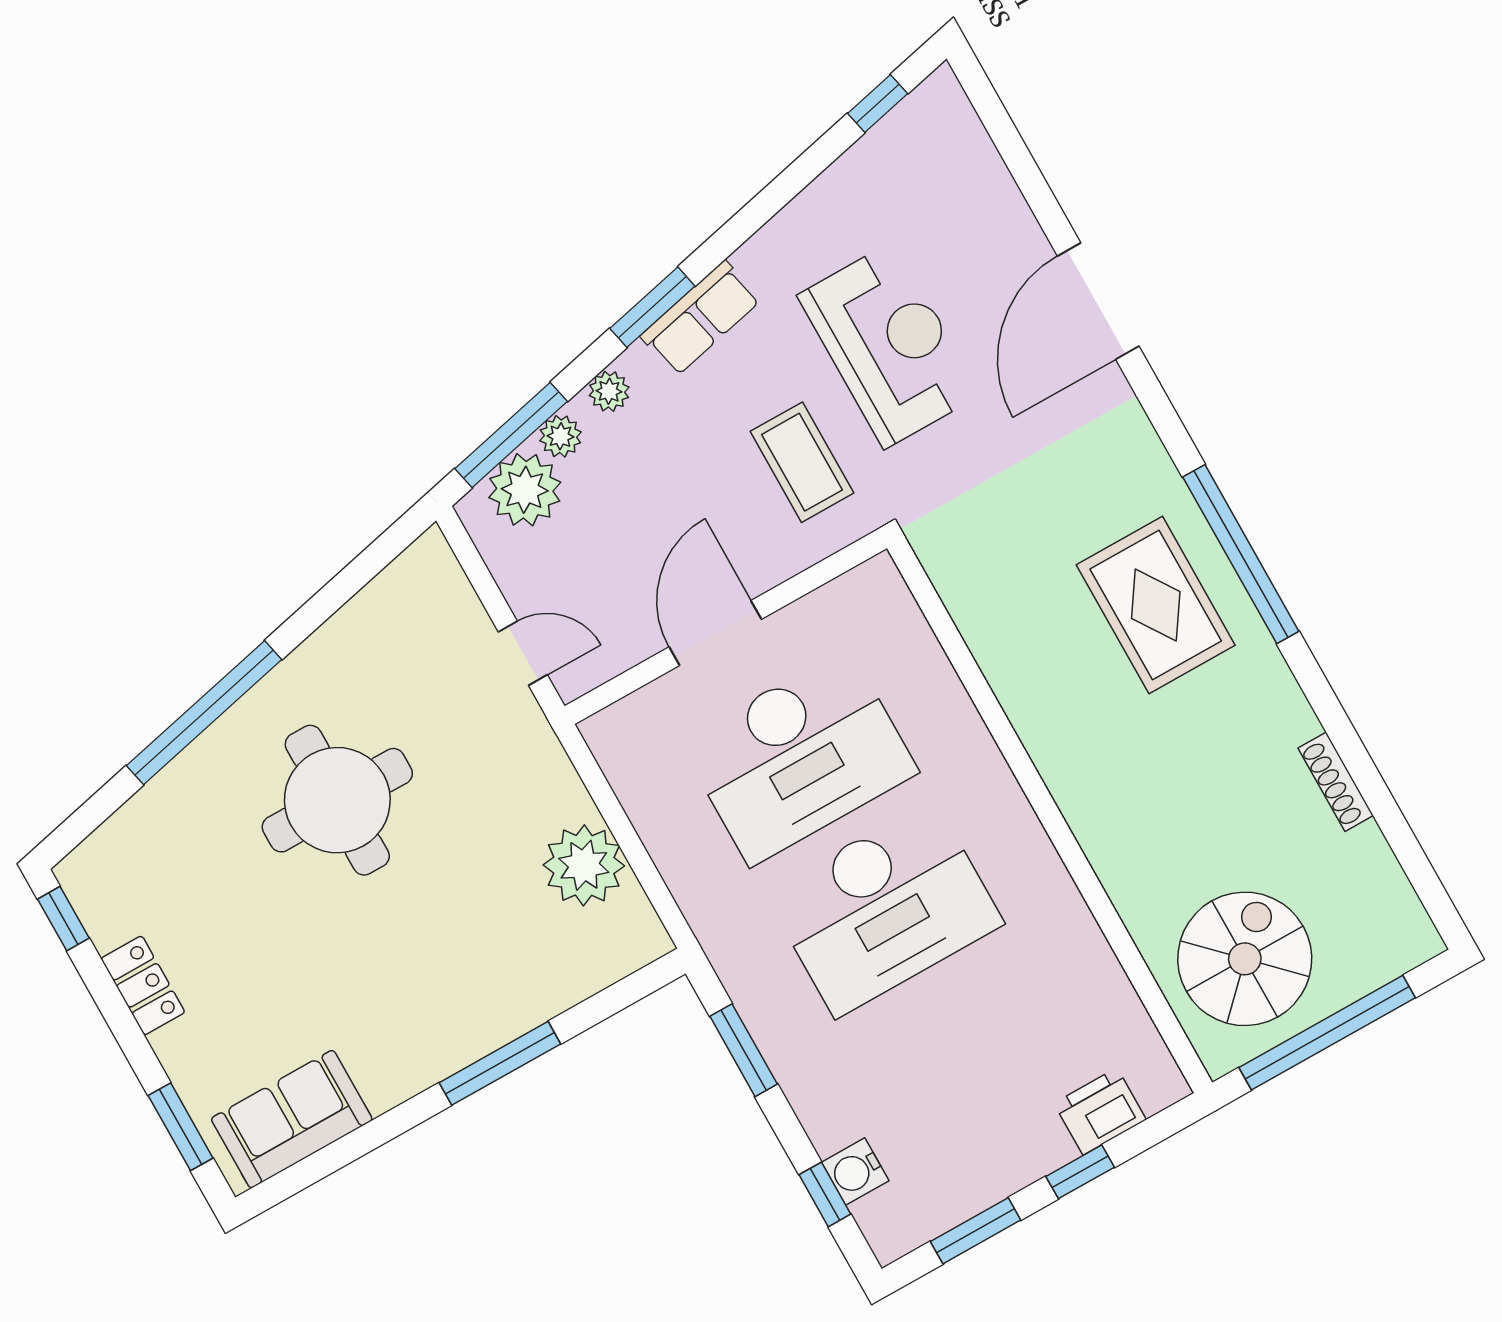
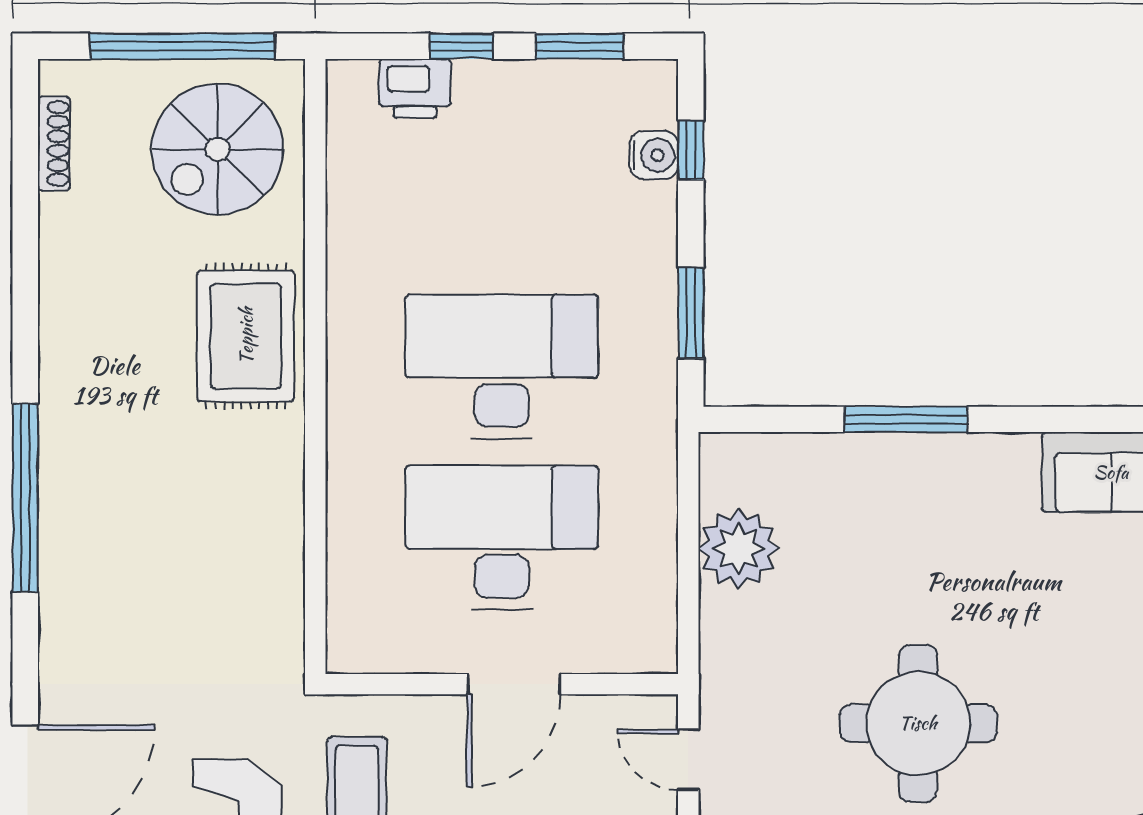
rug: (1156, 605) -> (246, 336), moved
shoe rack: (1336, 782) -> (54, 143), moved

